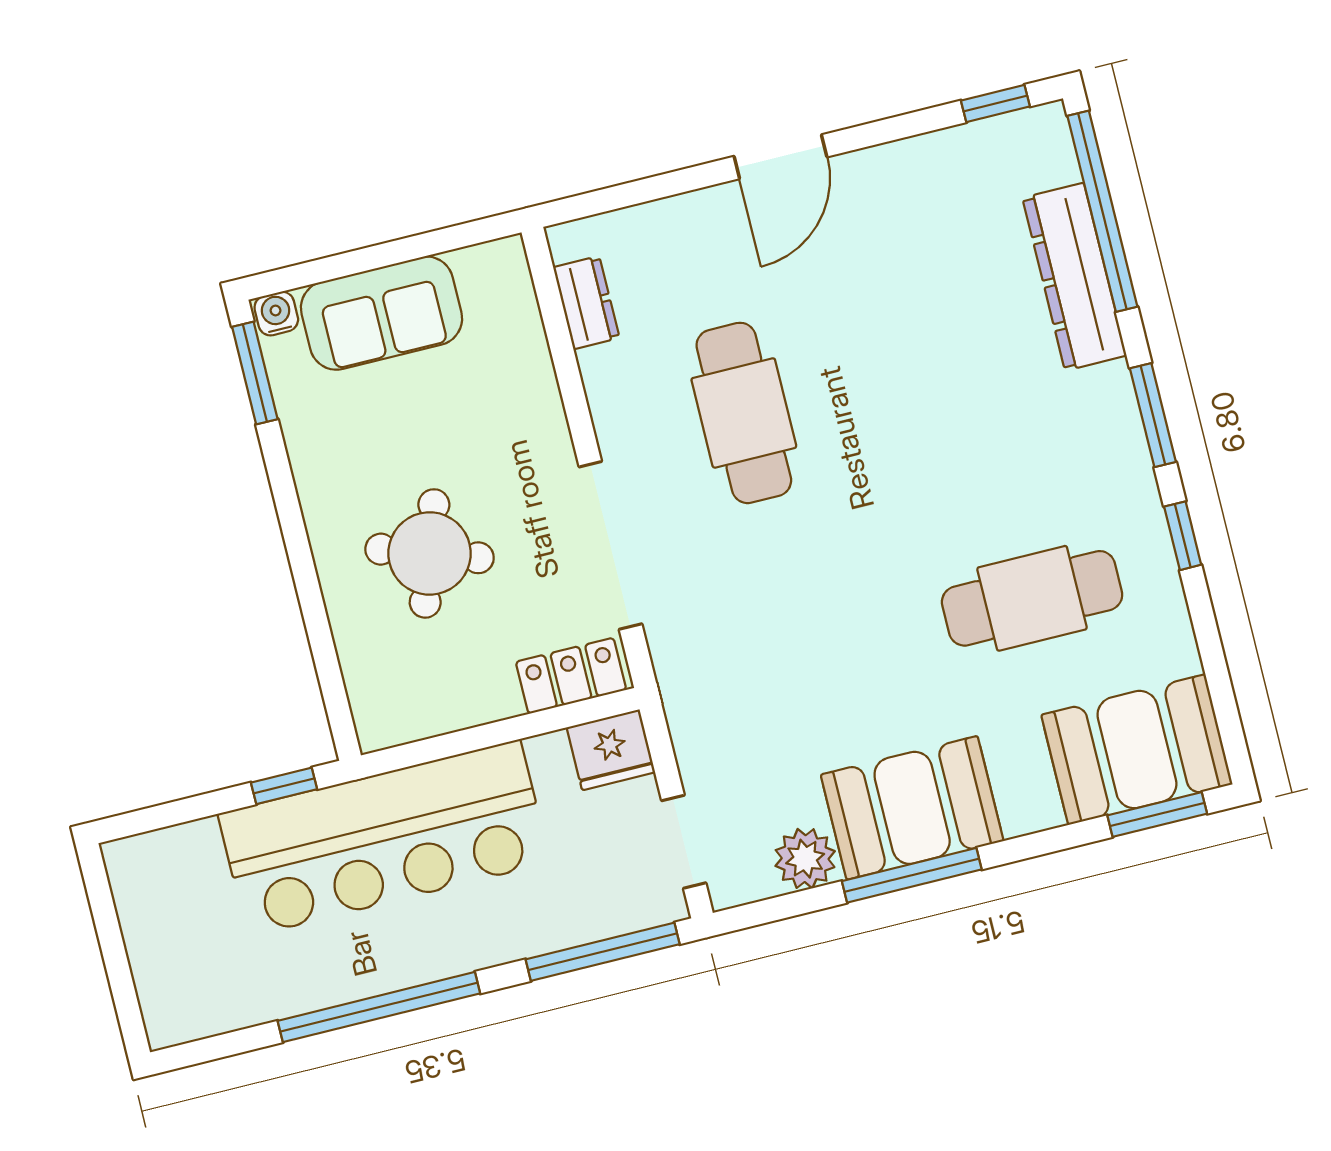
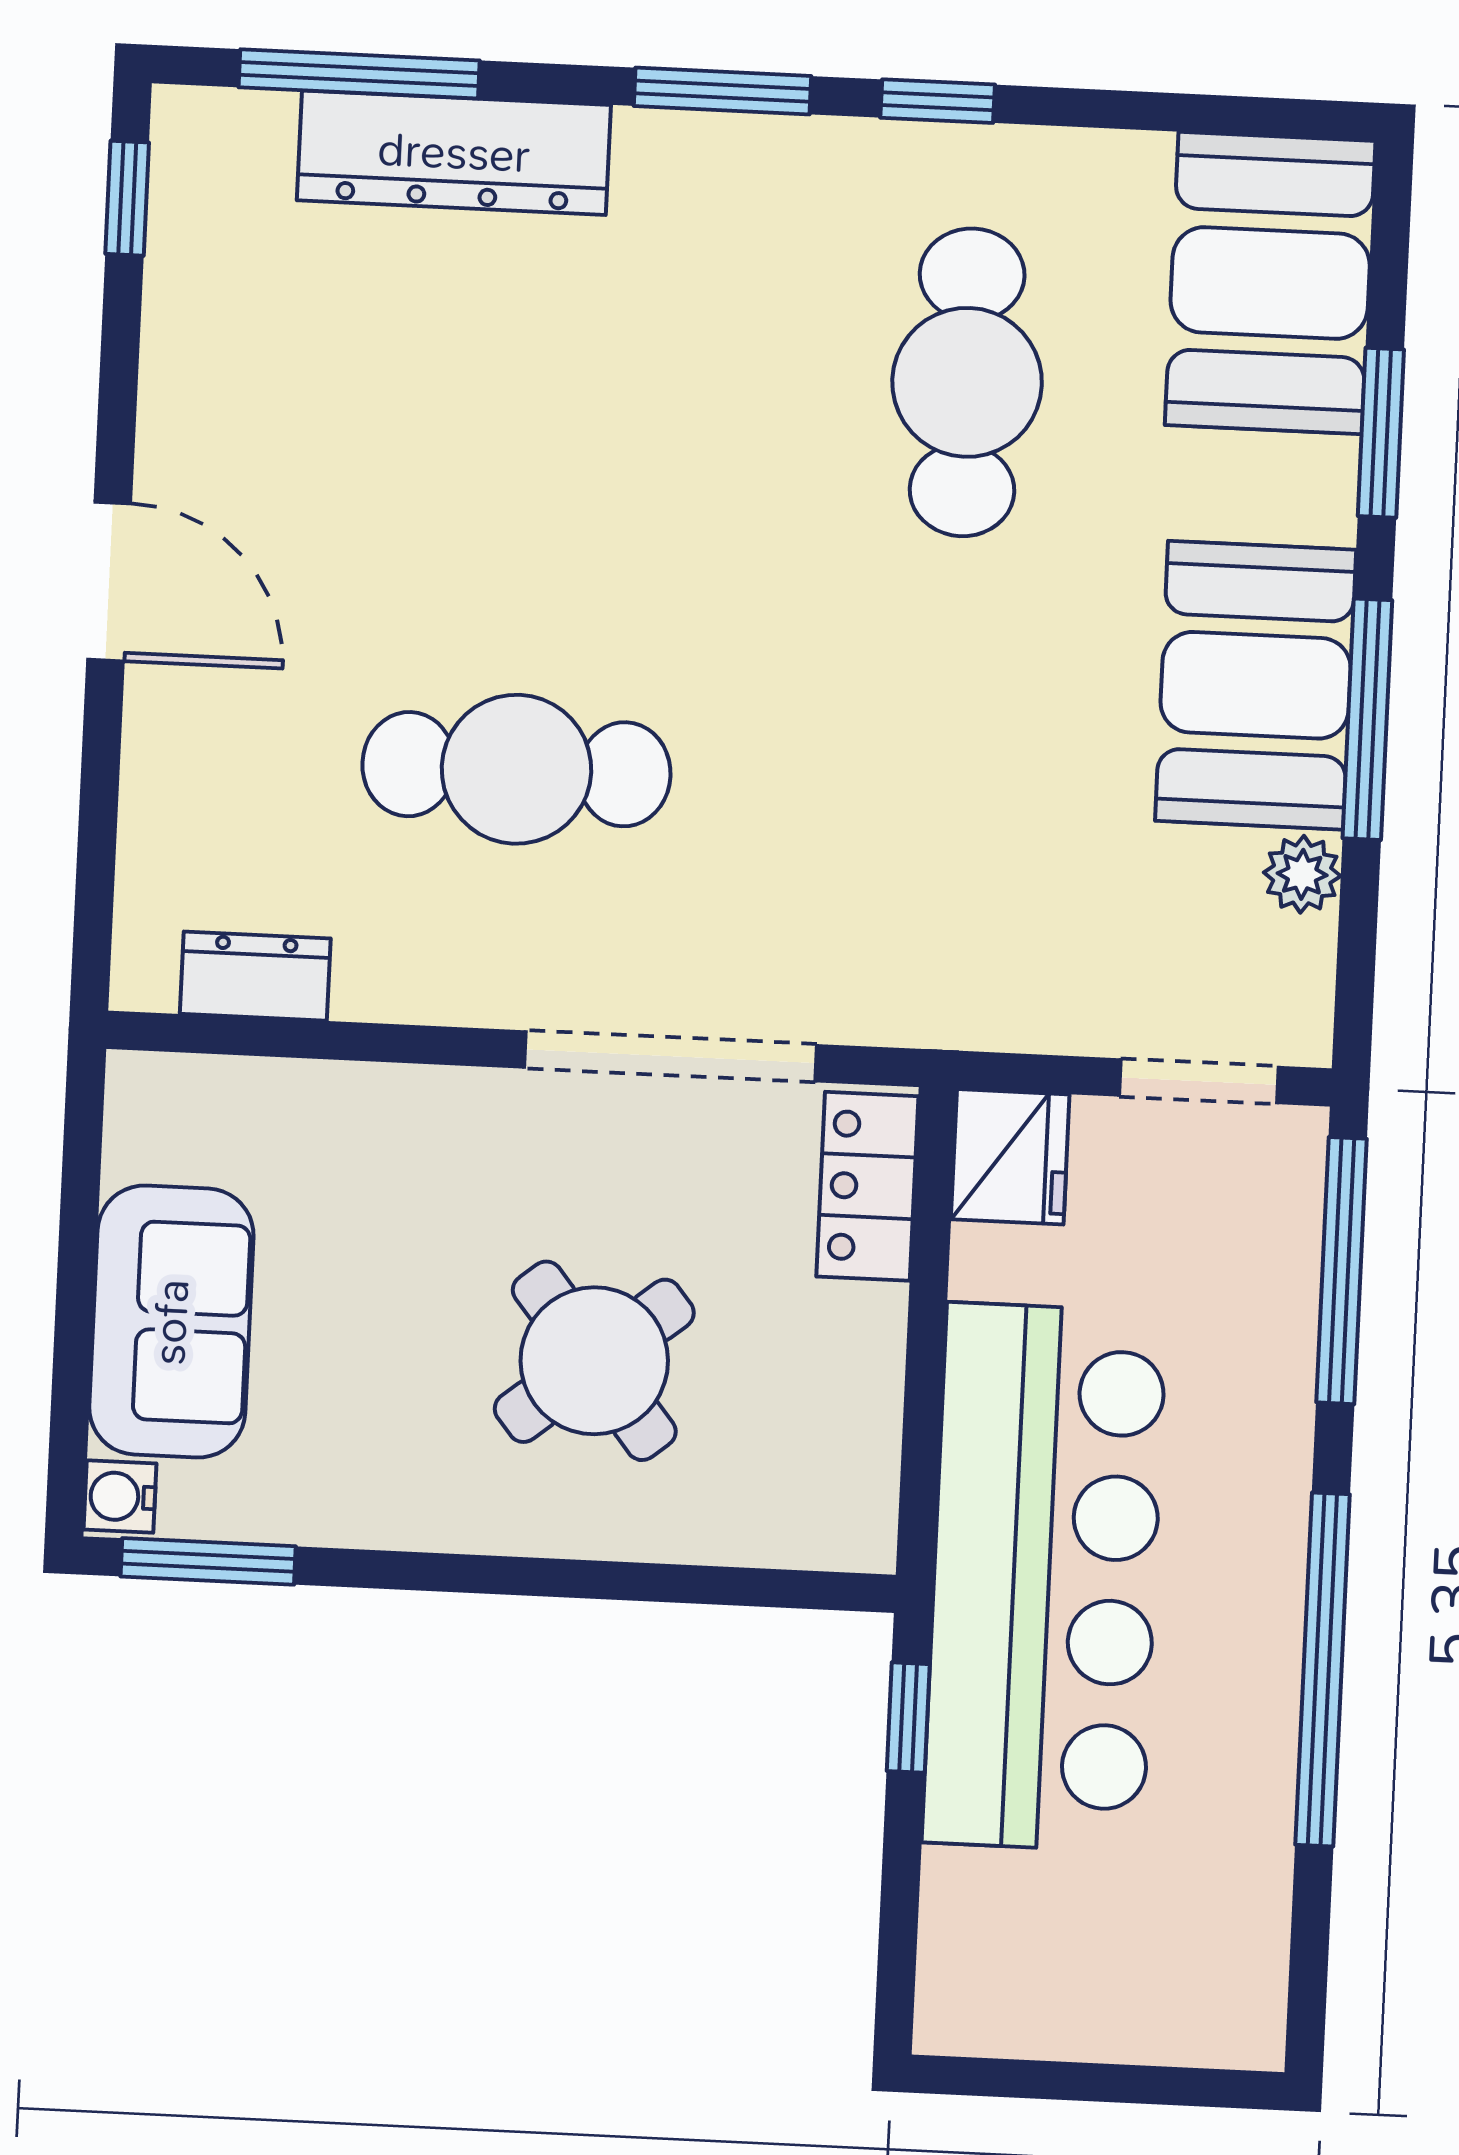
window: (1102, 211) -> (359, 74), width x0.68
round table: (430, 553) -> (594, 1361), turned 32
window: (1157, 815) -> (1381, 433), moved
plant: (805, 859) -> (1302, 874), width x0.73, depth x0.73

